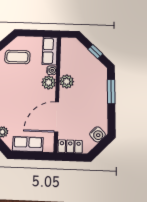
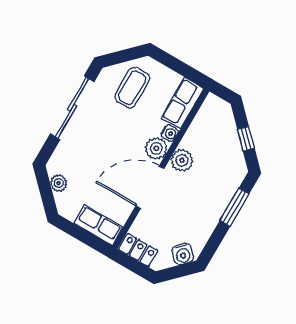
coffee table: (17, 57) -> (132, 88), turned 90
door: (57, 117) -> (150, 187), moved
row of seats: (28, 144) -> (98, 225), moved

